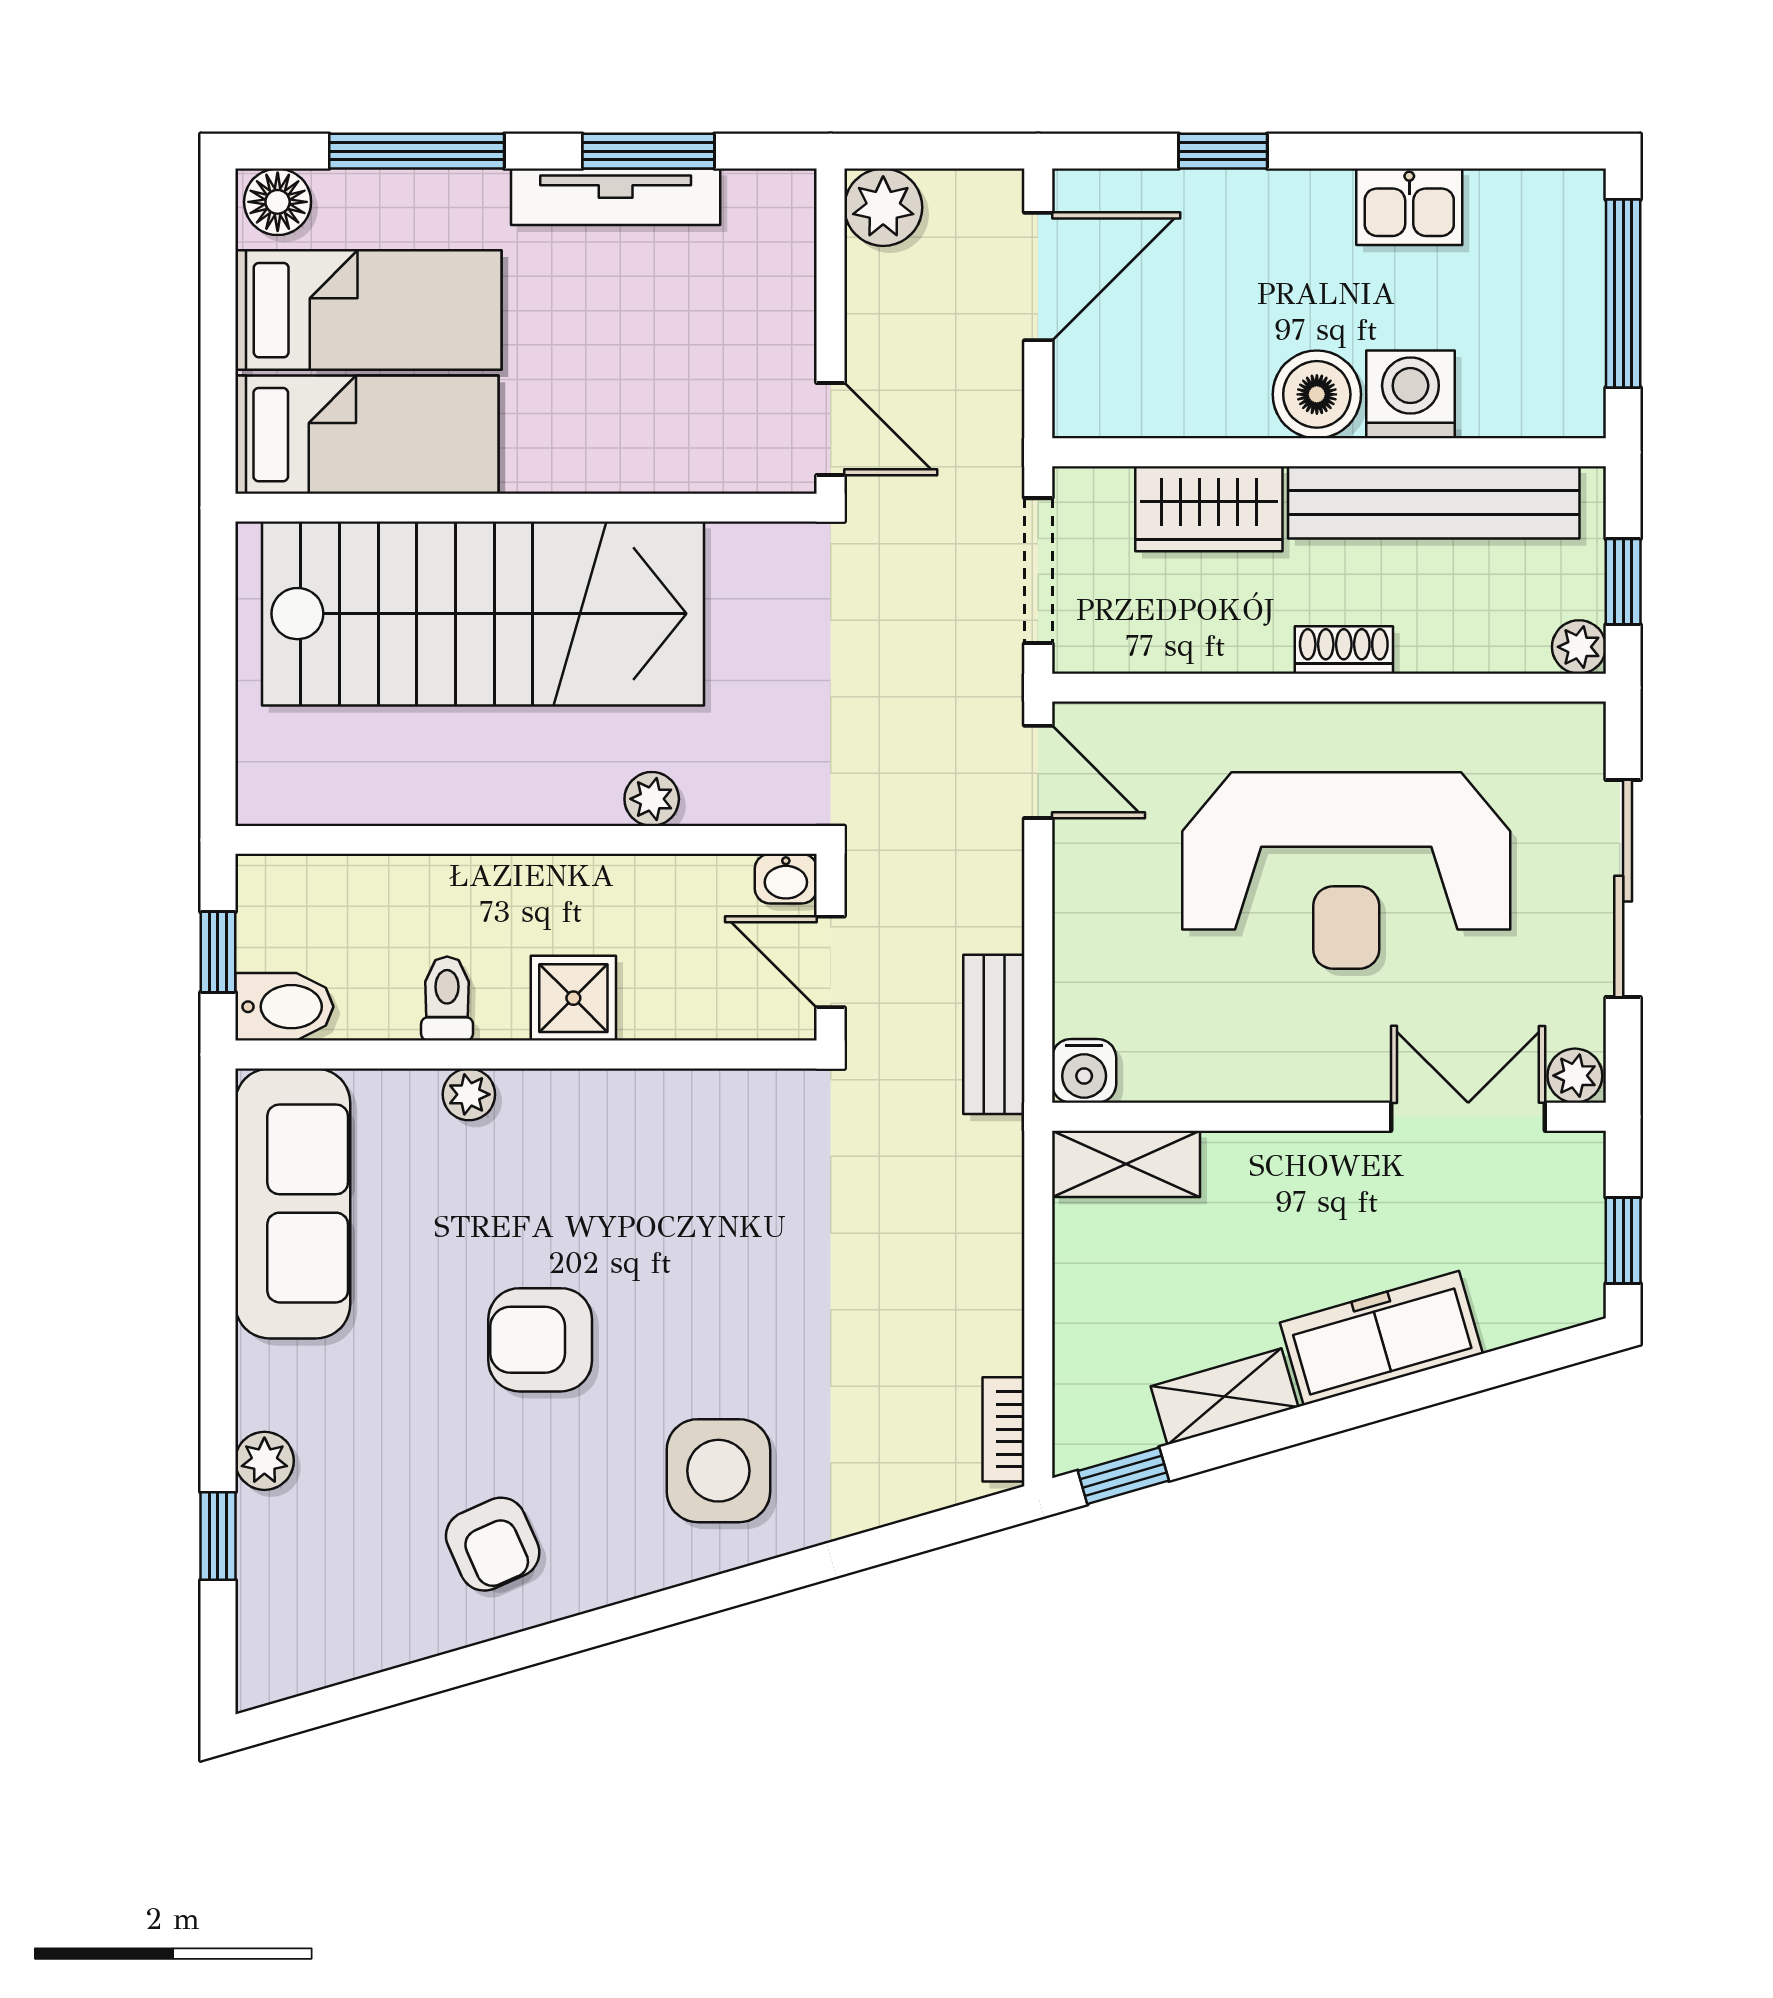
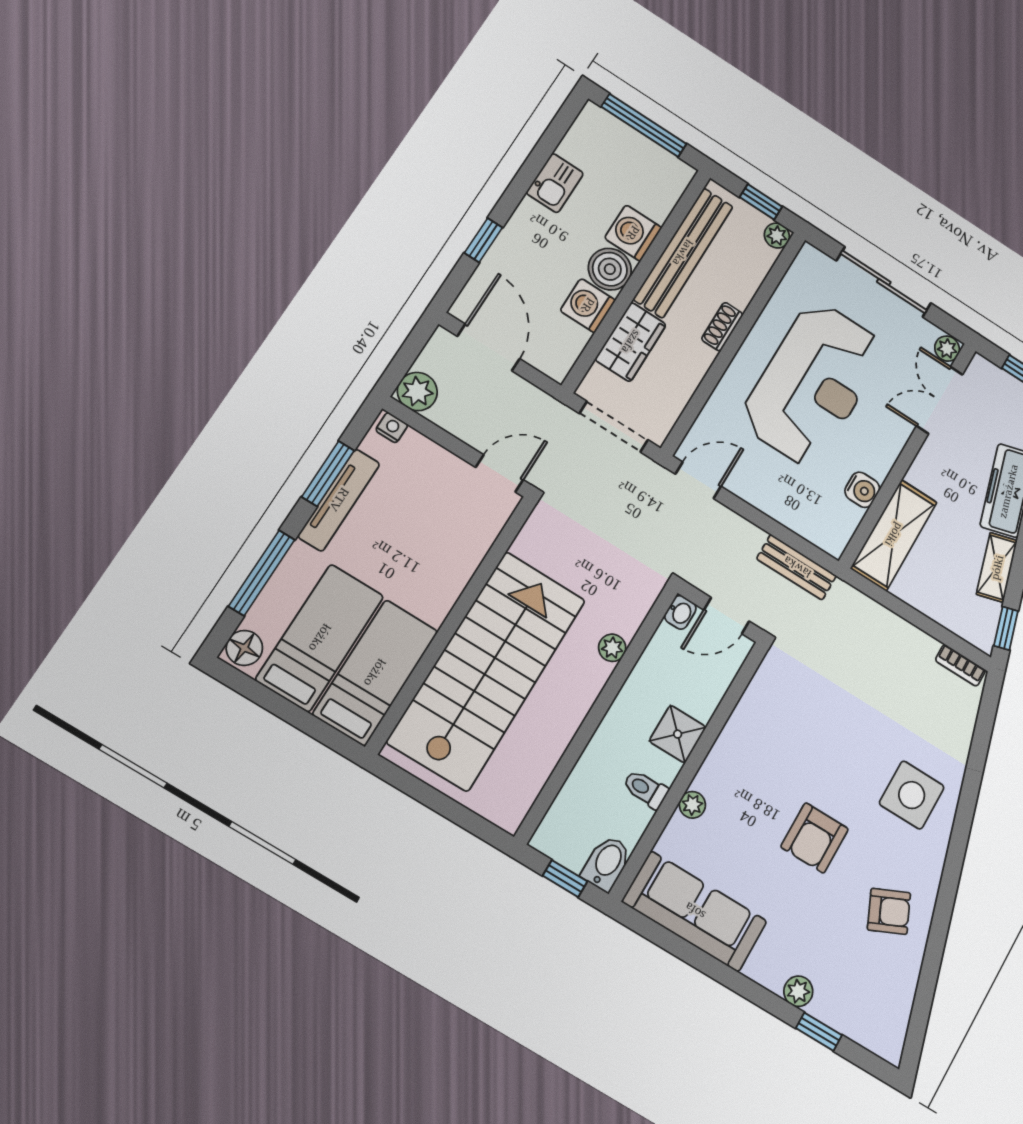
nightstand: (794, 204) -> (392, 428), added
washing machine: (1225, 397) -> (588, 305), added
water cooler: (1084, 1071) -> (862, 490), moved
shelving: (1126, 1164) -> (894, 535), width x1.50, depth x1.33

